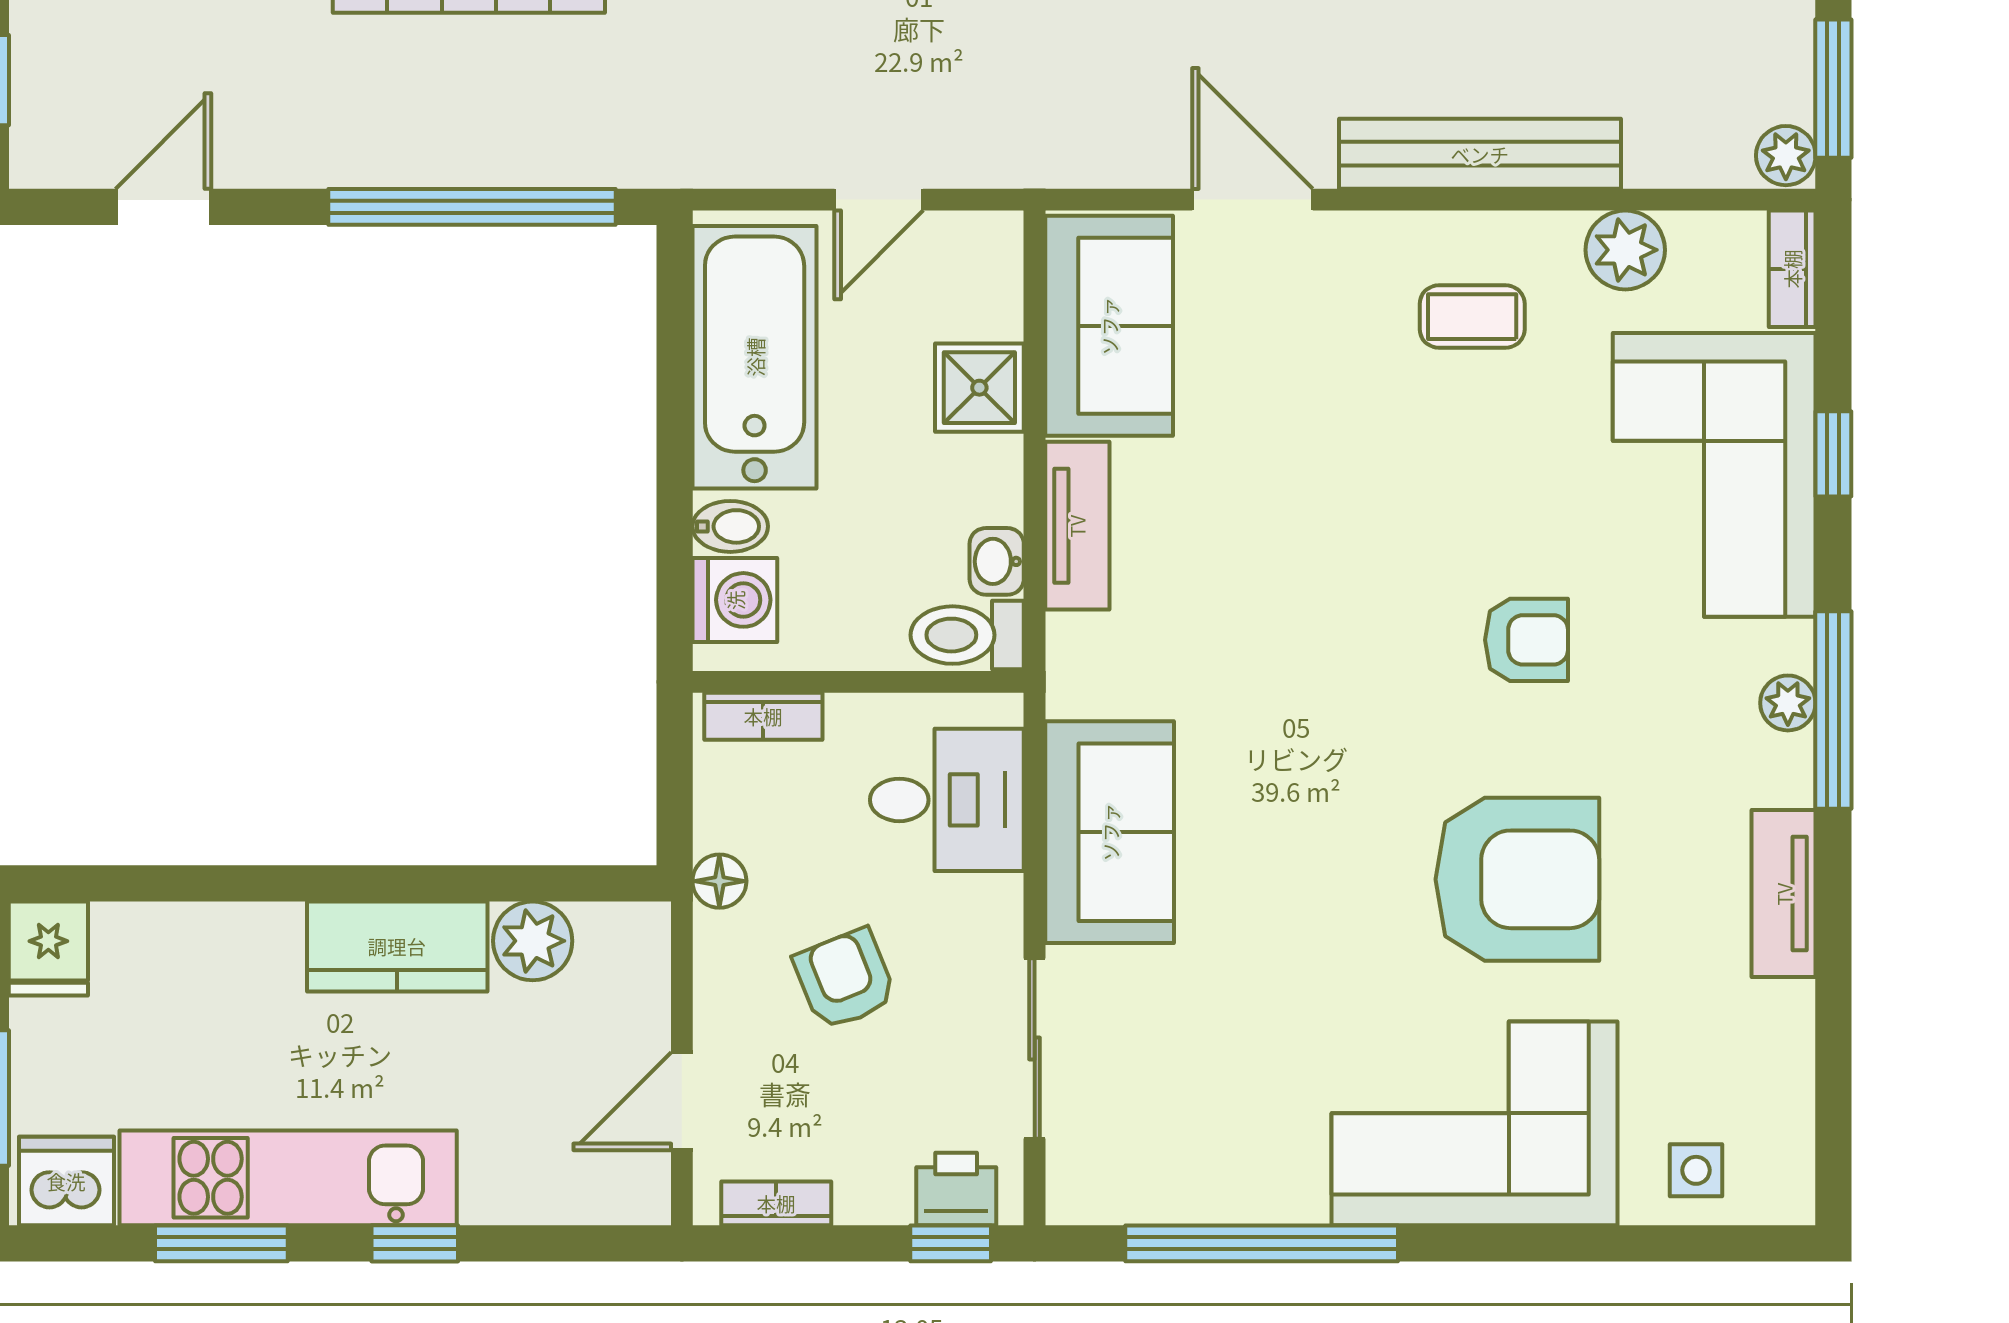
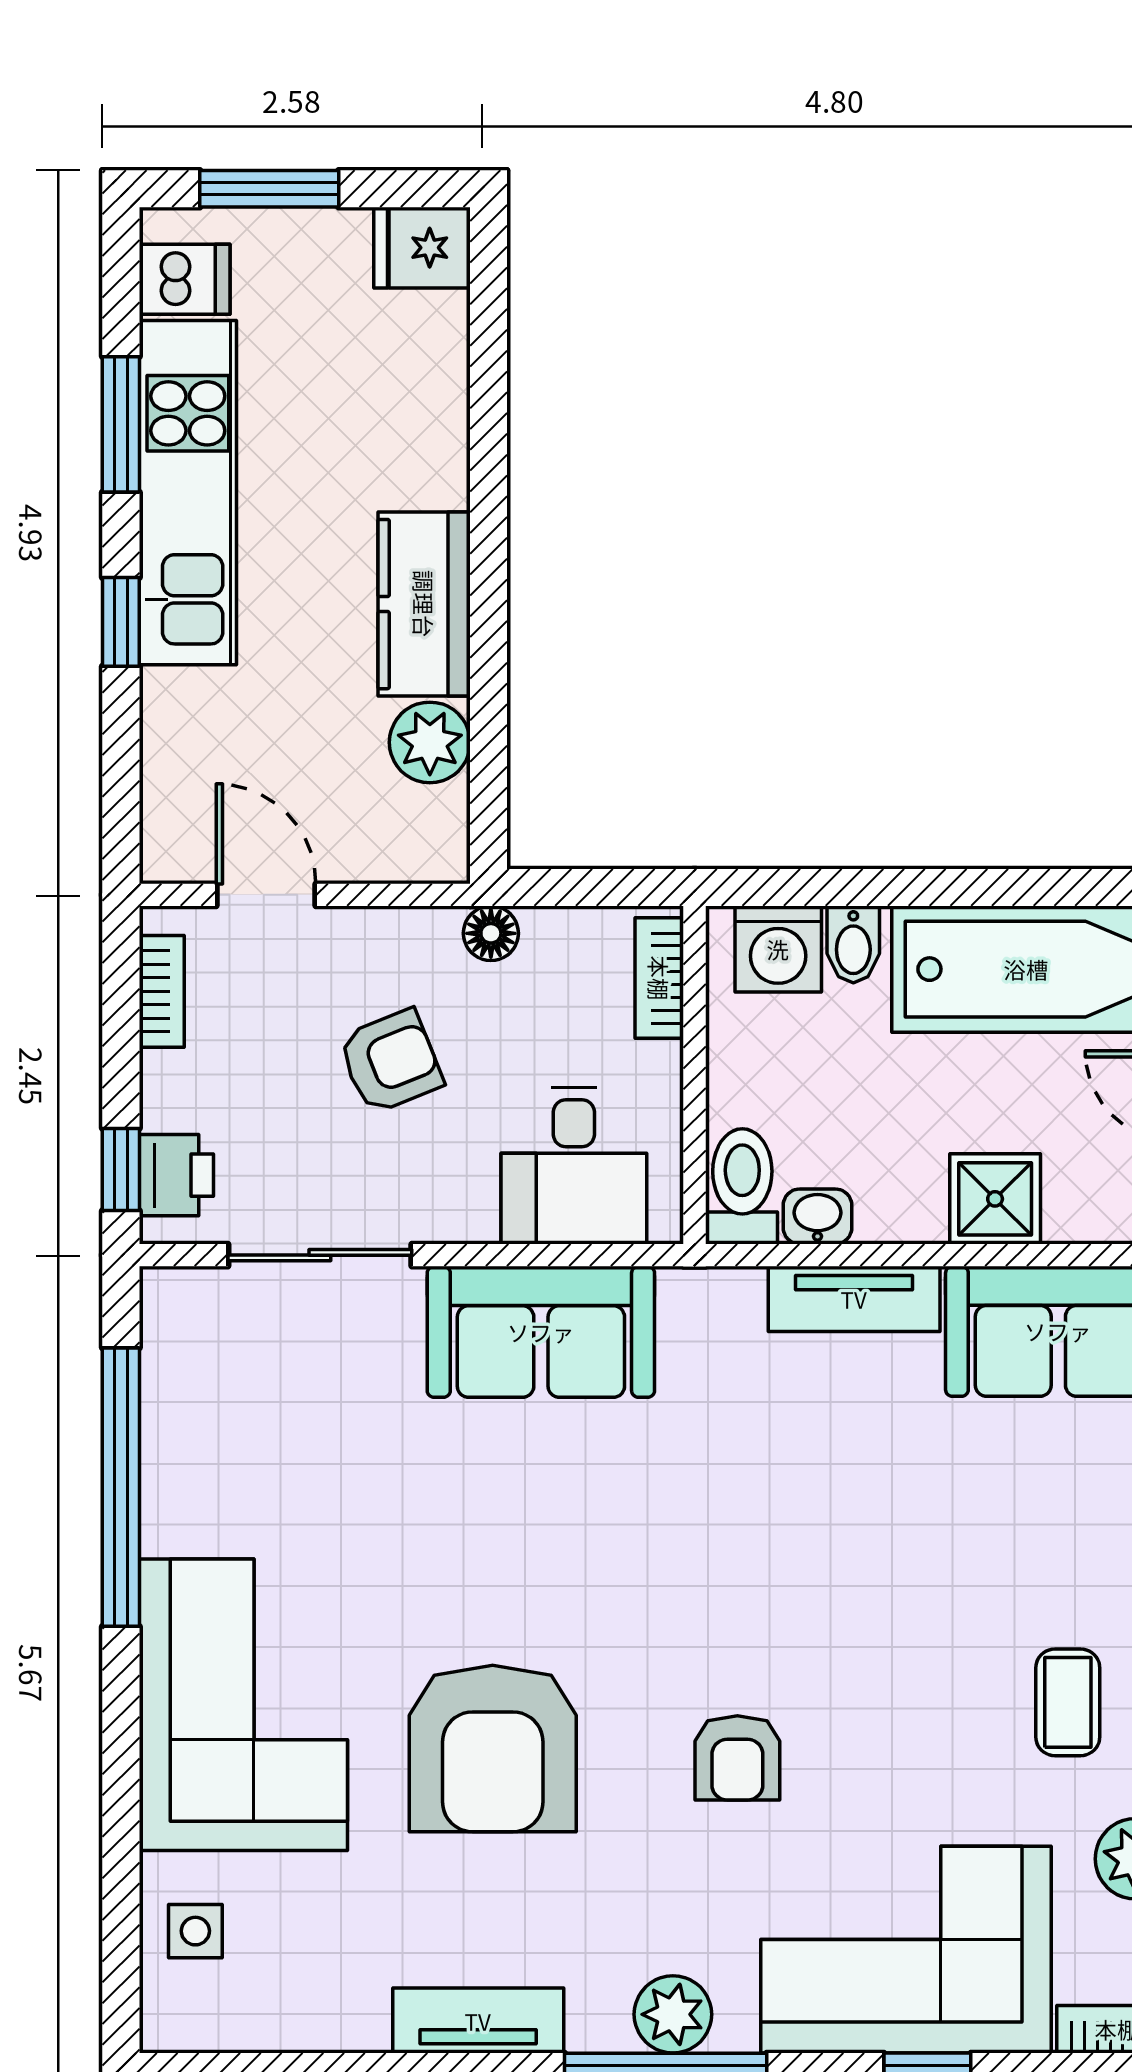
plant: (1788, 703) -> (673, 2014), width x1.38, depth x1.38
dishwasher: (66, 1181) -> (185, 279), width x0.73

